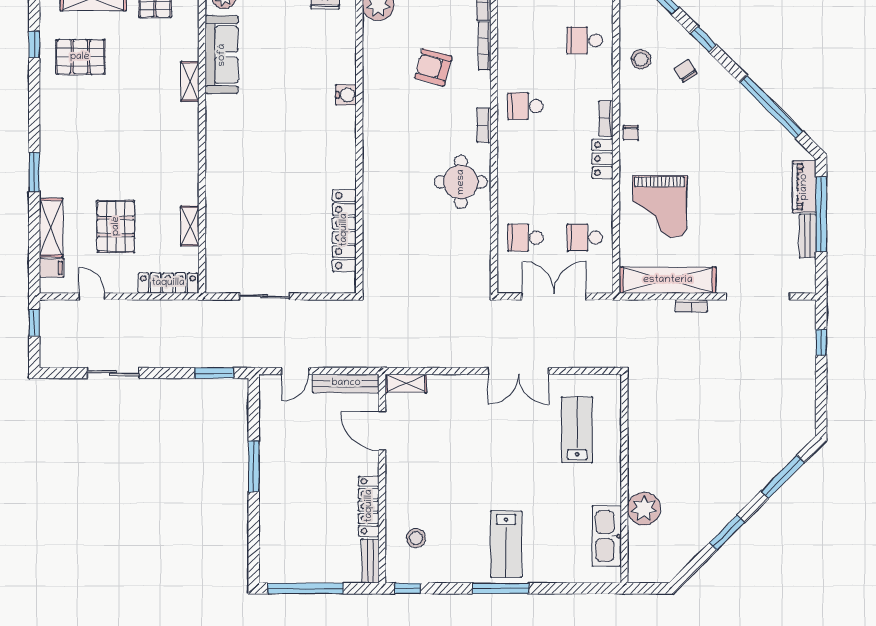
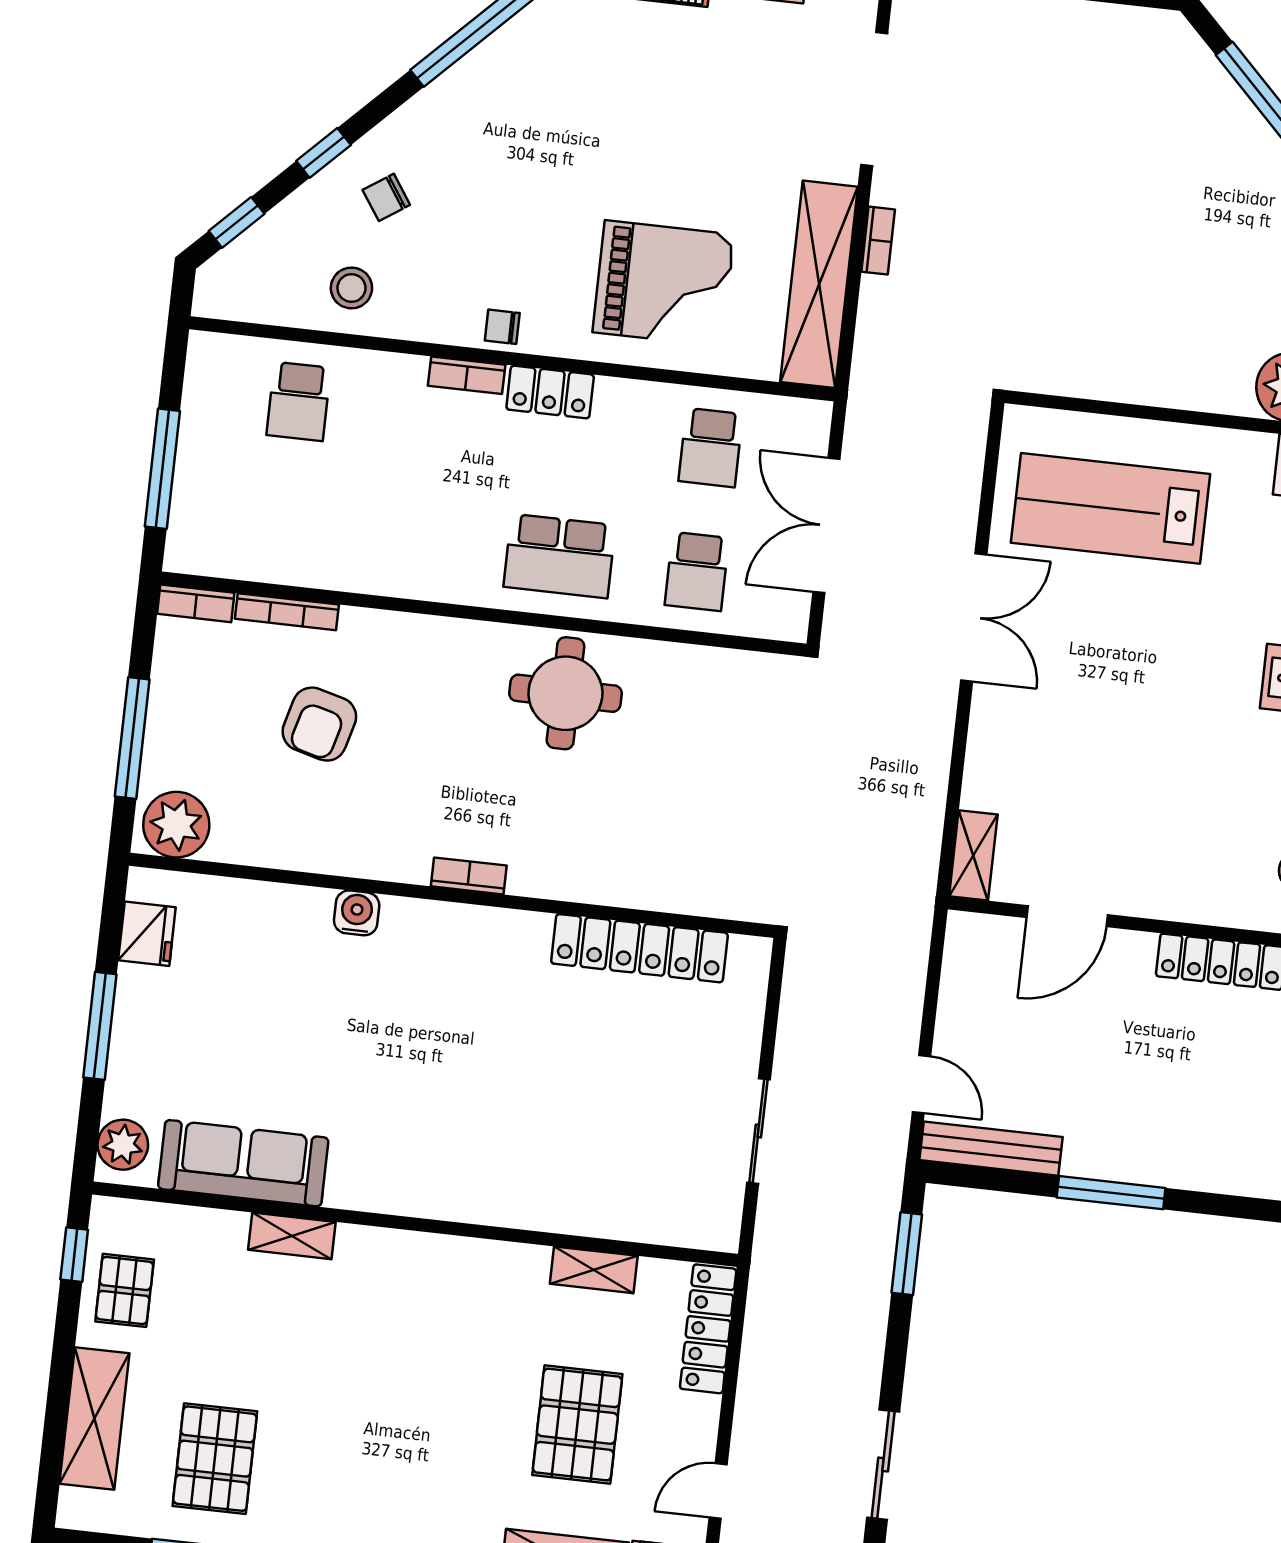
school desk: (525, 106) -> (559, 556), moved, width x1.85
bookcase: (484, 125) -> (469, 876), moved, turned 180
chair: (631, 133) -> (502, 327), turned 180
pallet: (116, 226) -> (577, 1425), turned 90
bench: (346, 383) -> (991, 1149), moved, turned 90
lab bench: (577, 430) -> (1111, 508), width x1.36, depth x1.39

